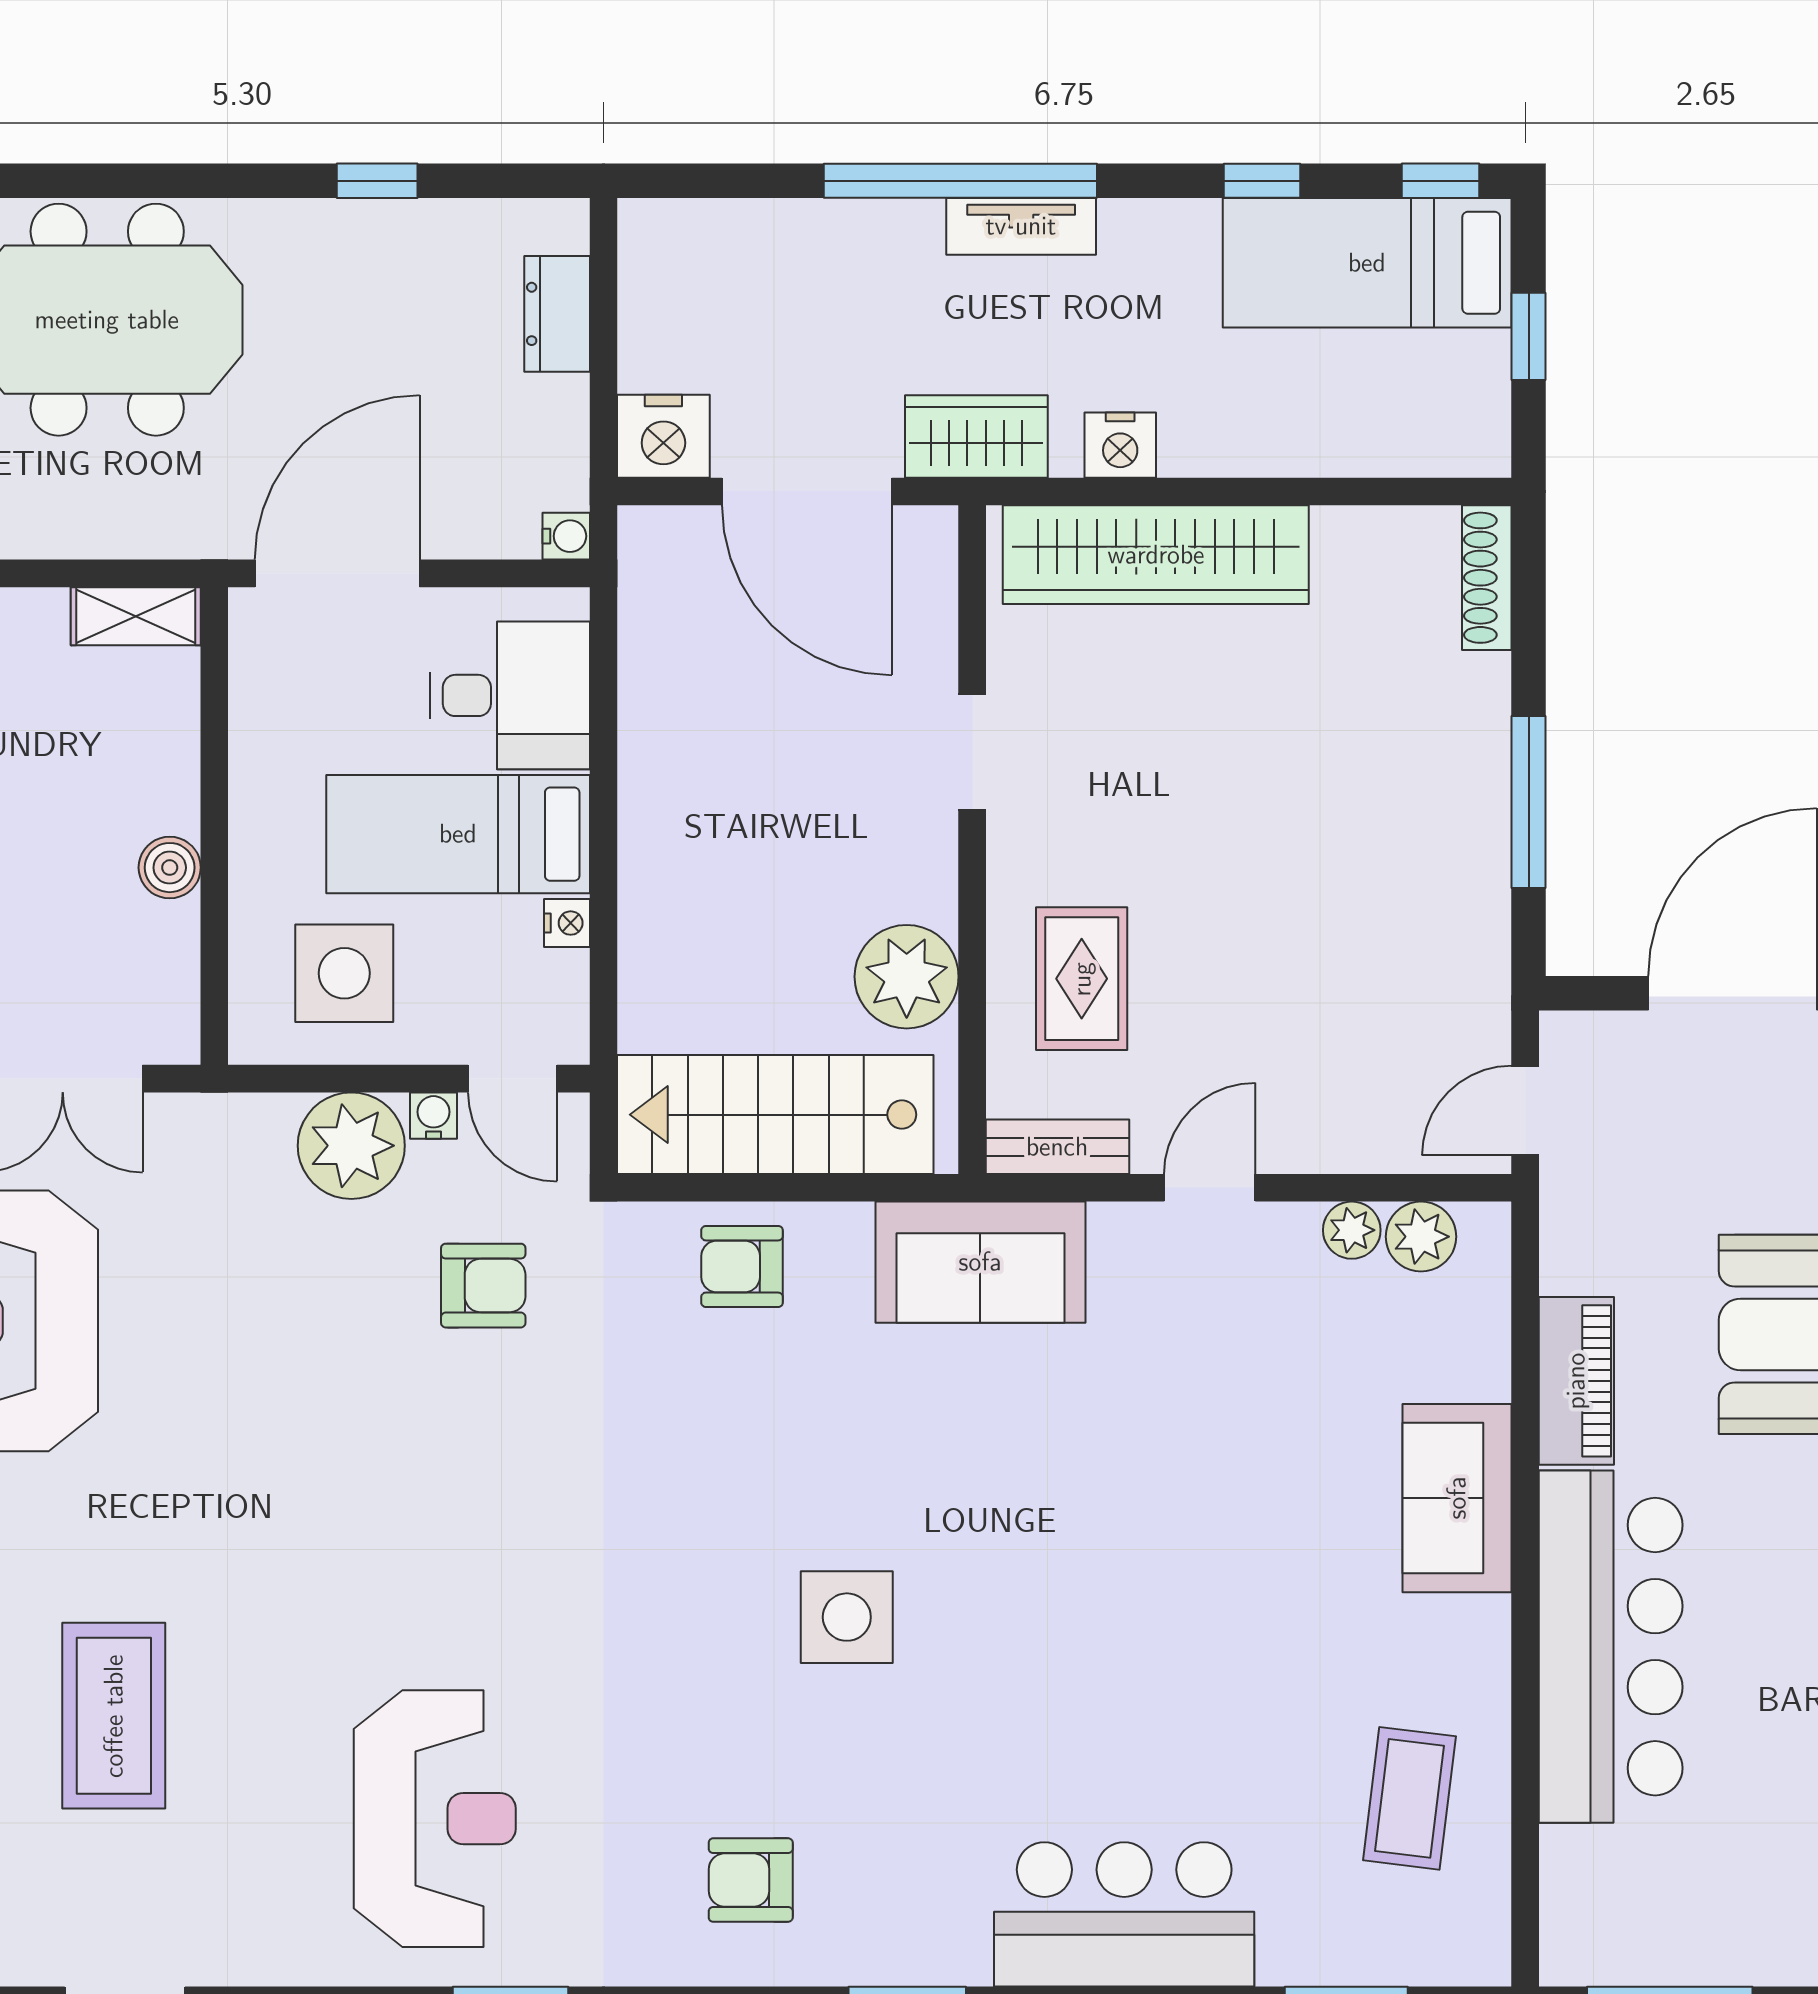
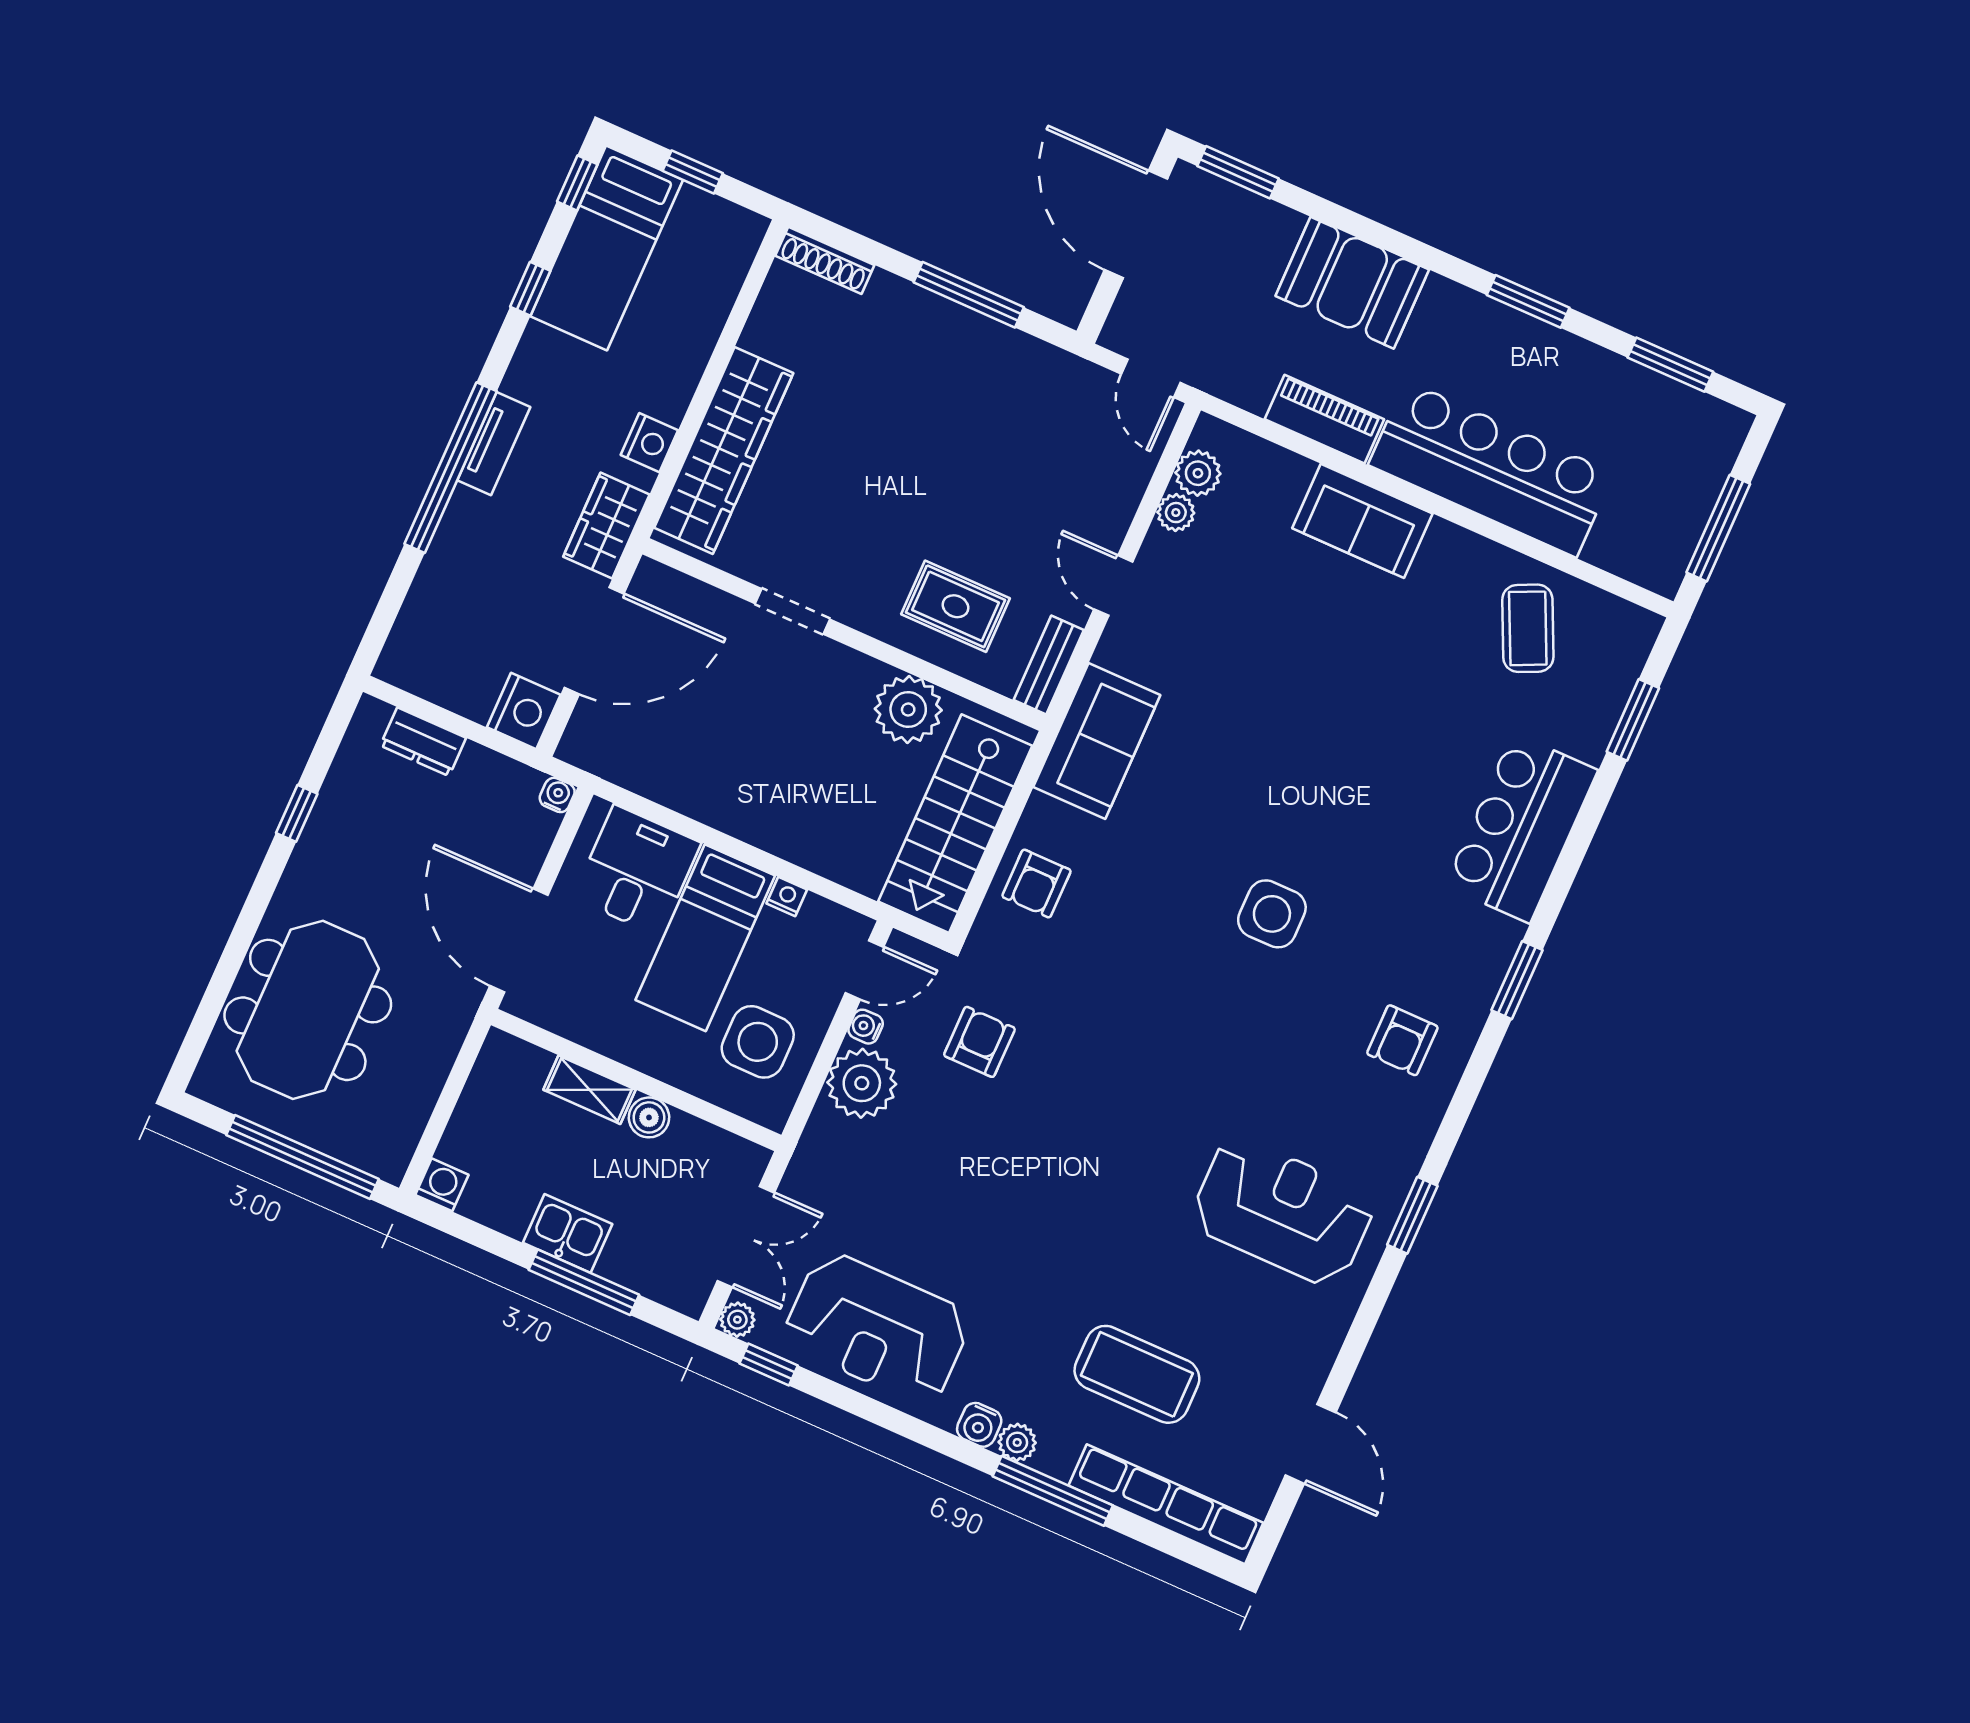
shelving: (136, 616) -> (589, 1090), moved, turned 90
coffee table: (1409, 1798) -> (1528, 628), turned 58

